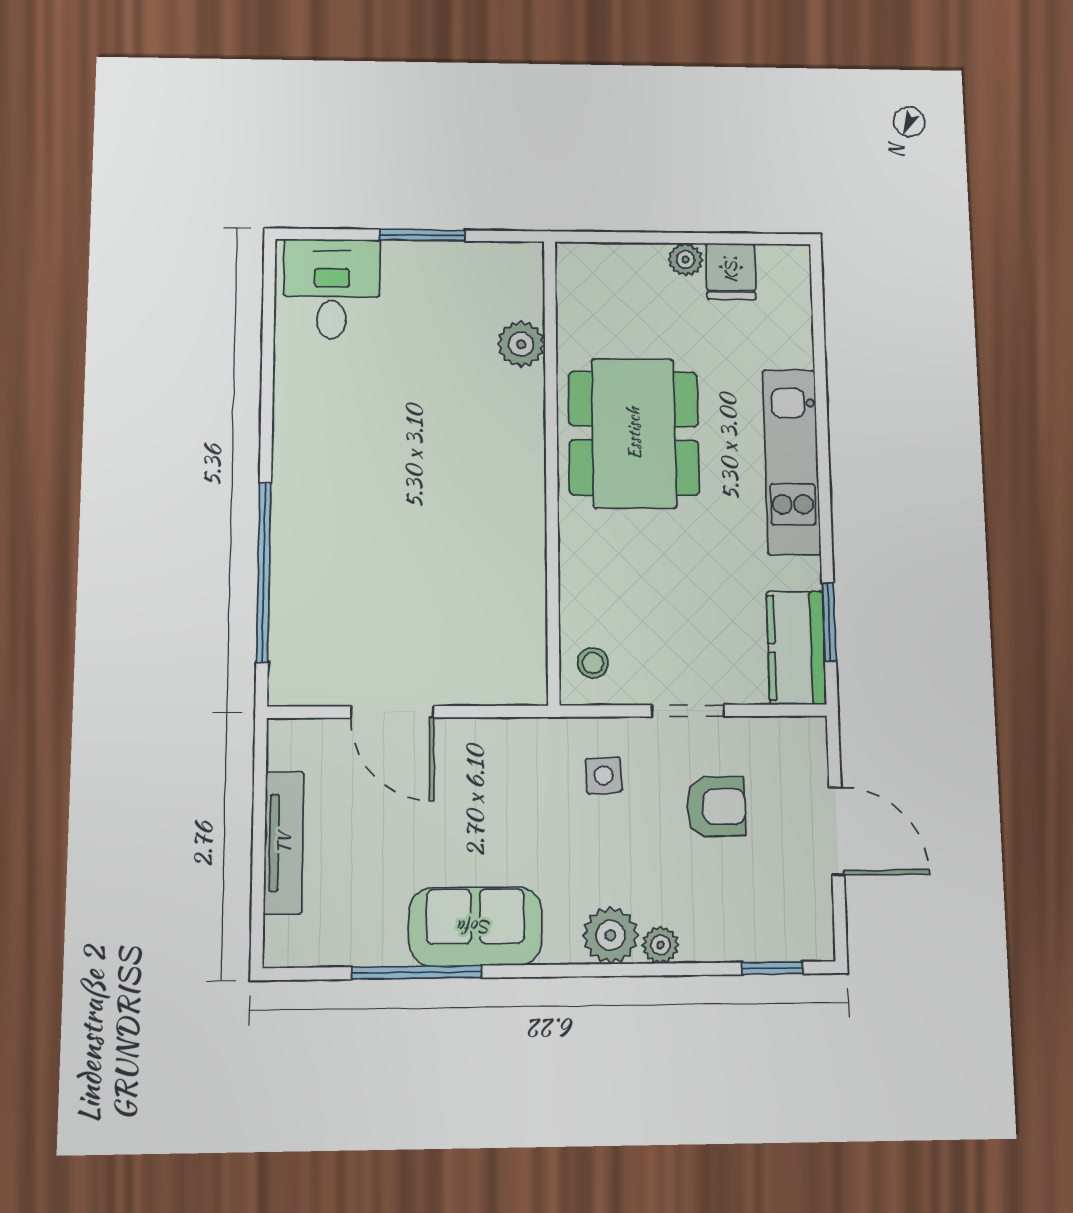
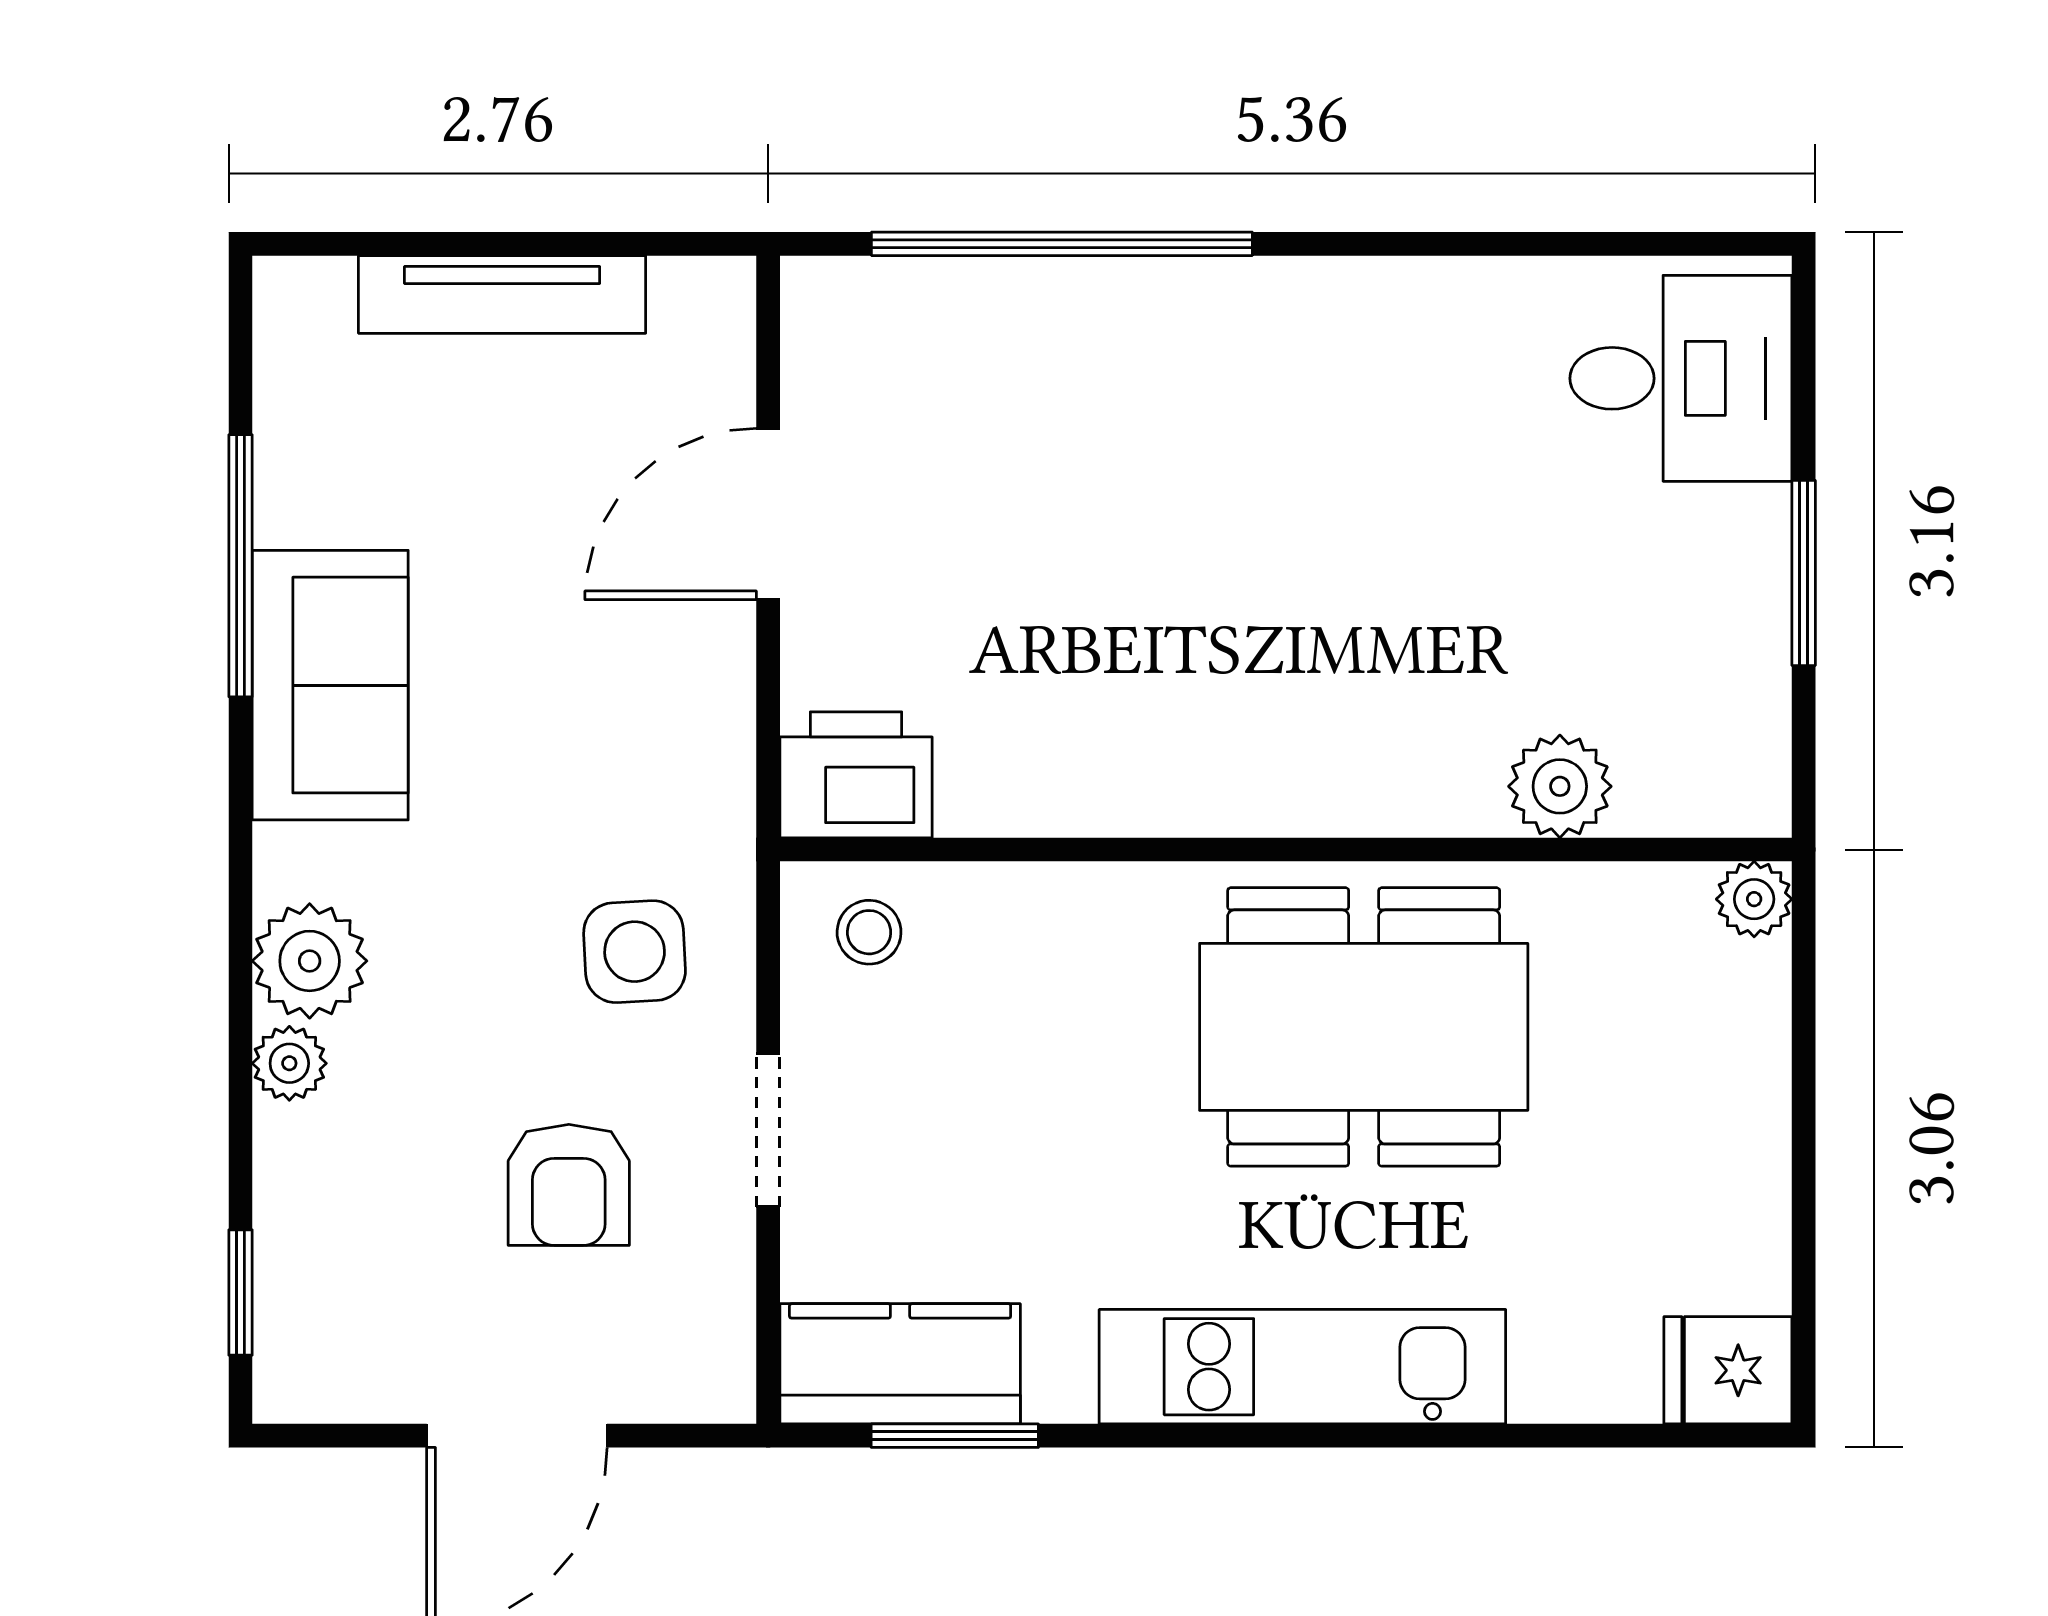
plant: (685, 260) -> (1754, 899), moved
fridge: (731, 272) -> (1728, 1370), moved
printer: (518, 669) -> (856, 775), added
side table: (604, 775) -> (635, 952), width x1.37, depth x1.37

